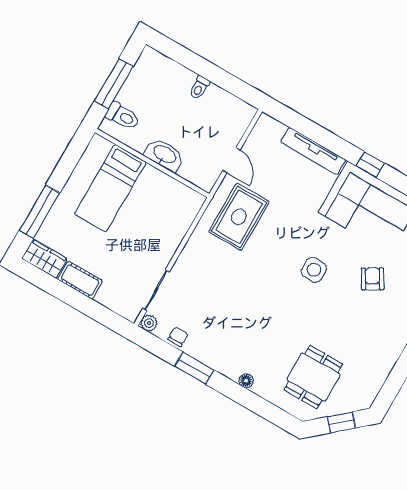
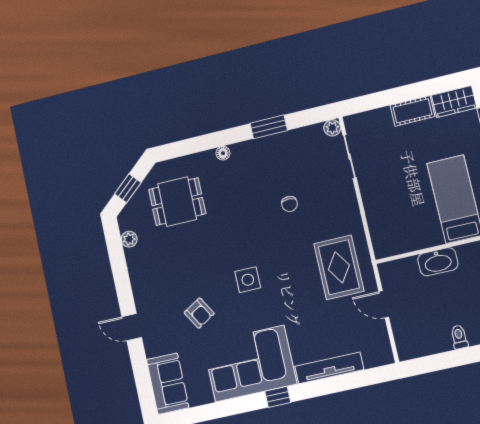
chair: (178, 337) -> (290, 204), moved
dining table: (313, 377) -> (177, 202), turned 90
plant: (375, 383) -> (129, 239), added

